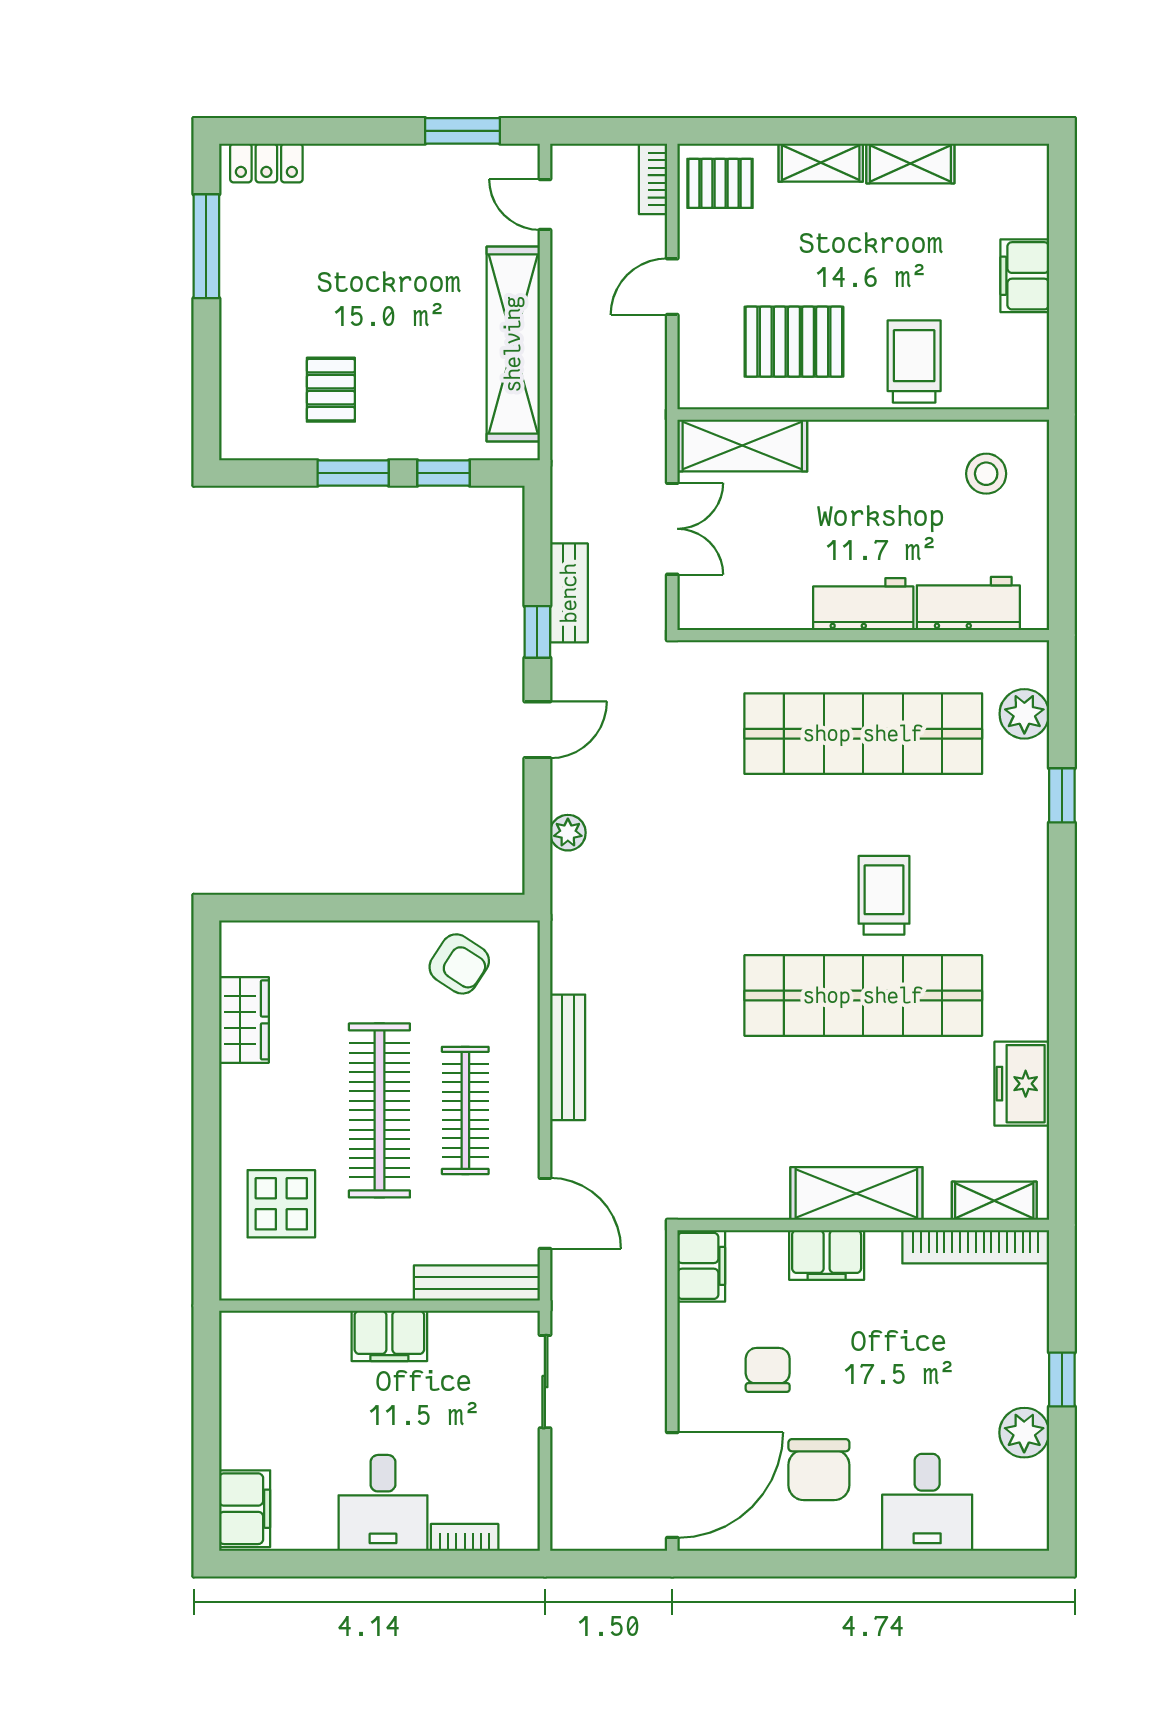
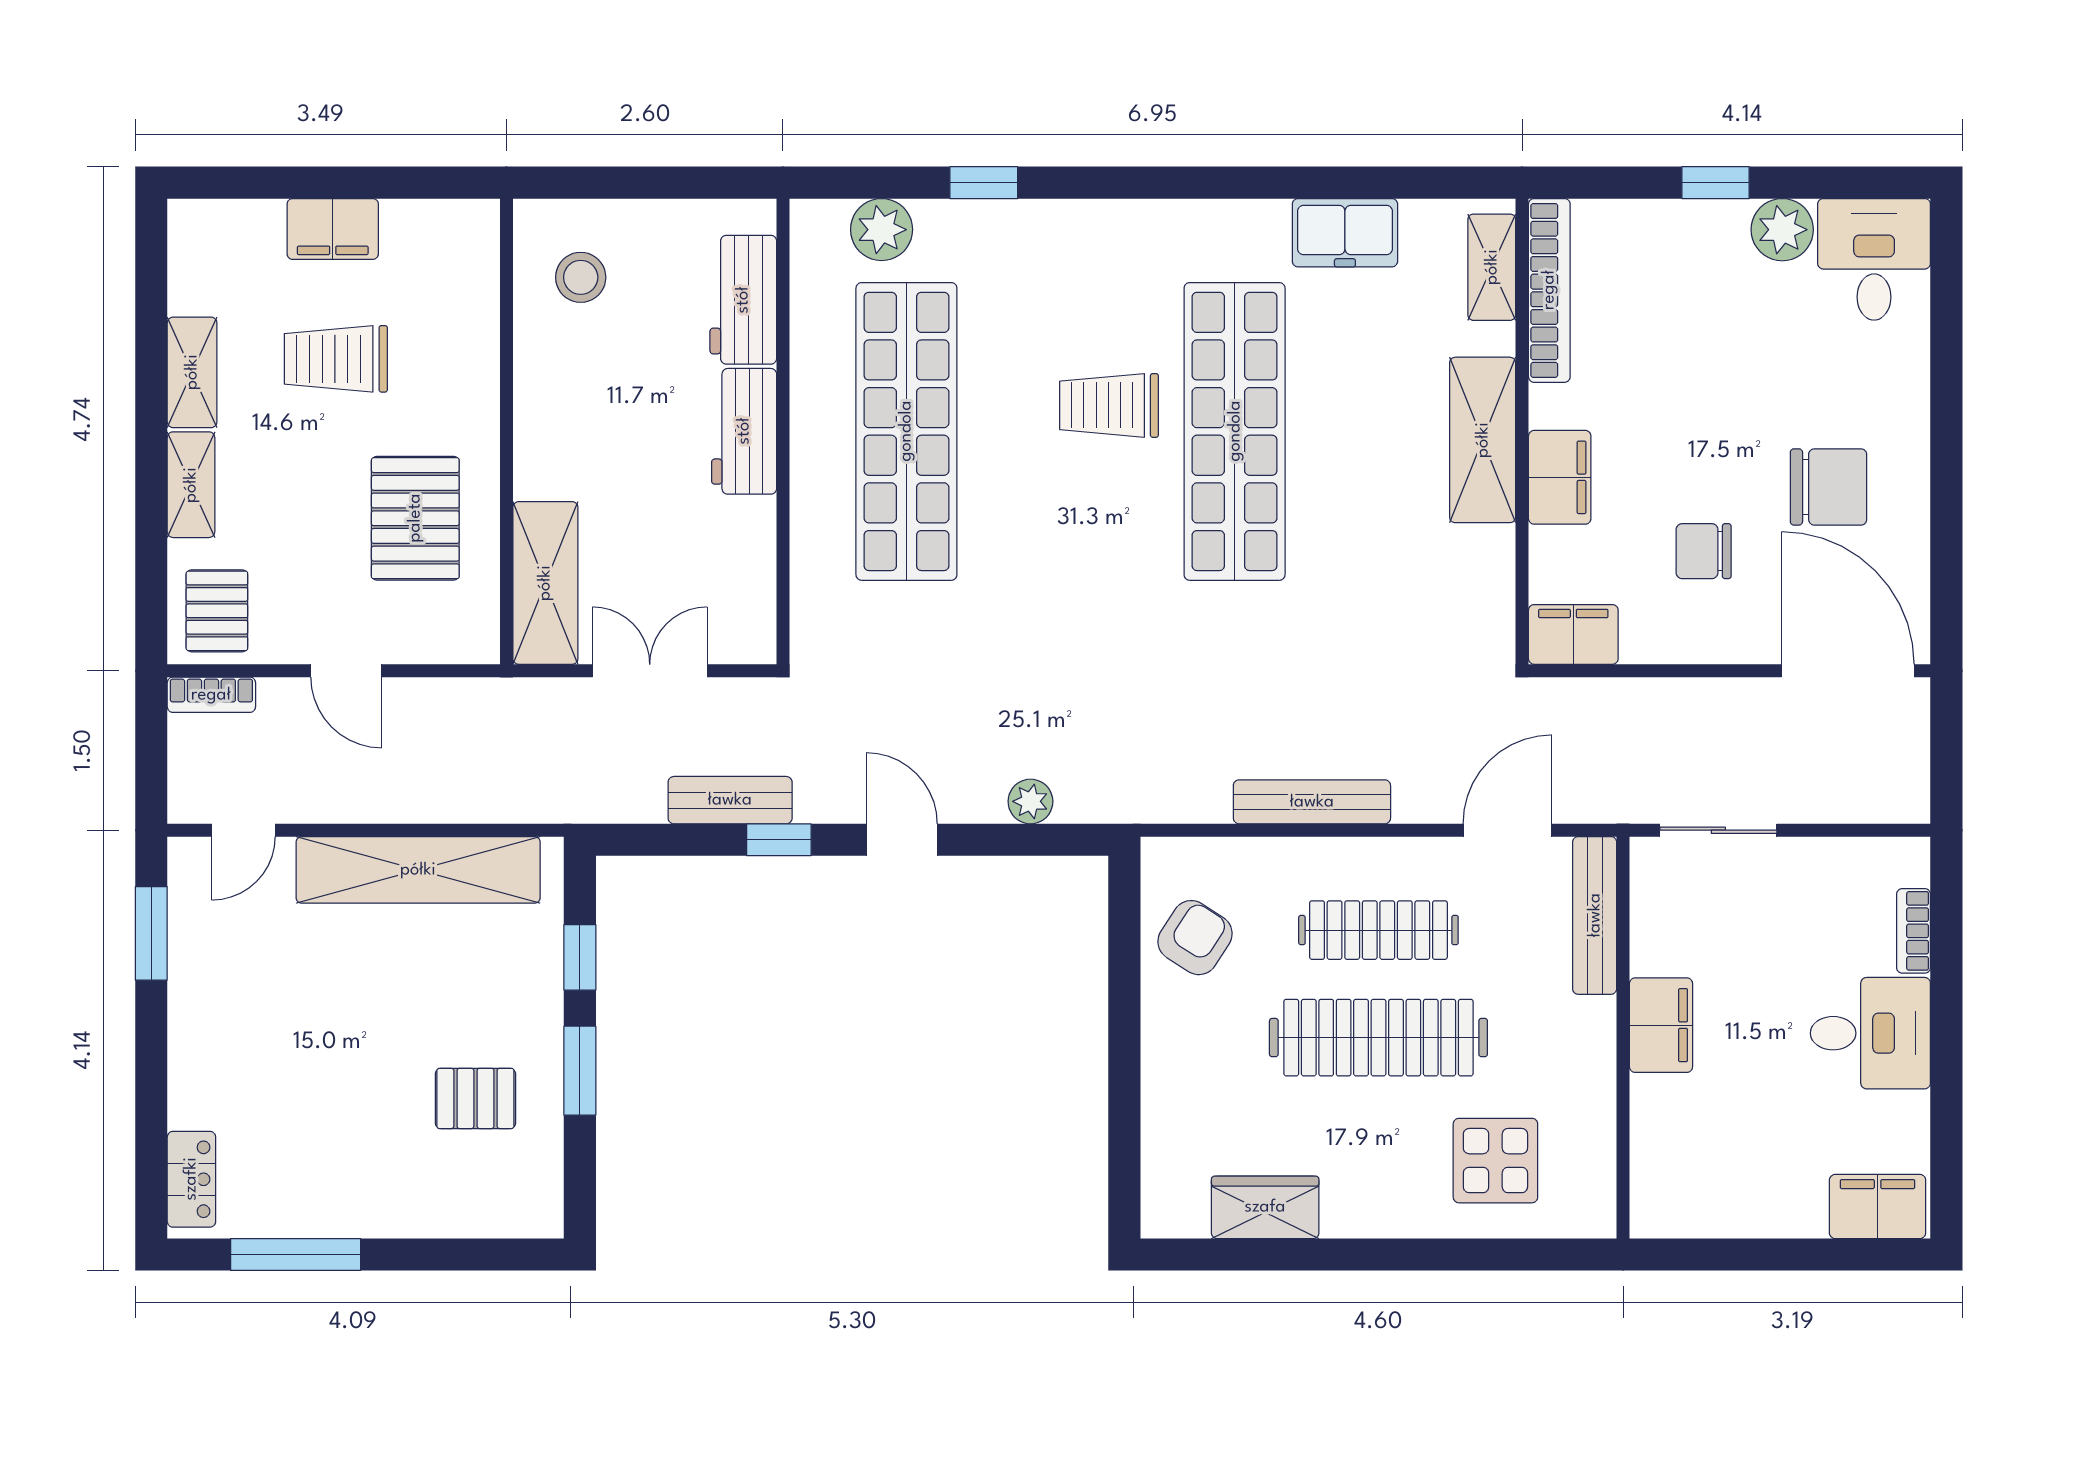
trolley: (914, 361) -> (336, 359), moved
desk: (927, 1502) -> (1874, 259), moved, turned -90

